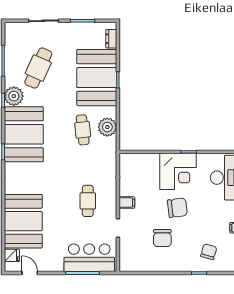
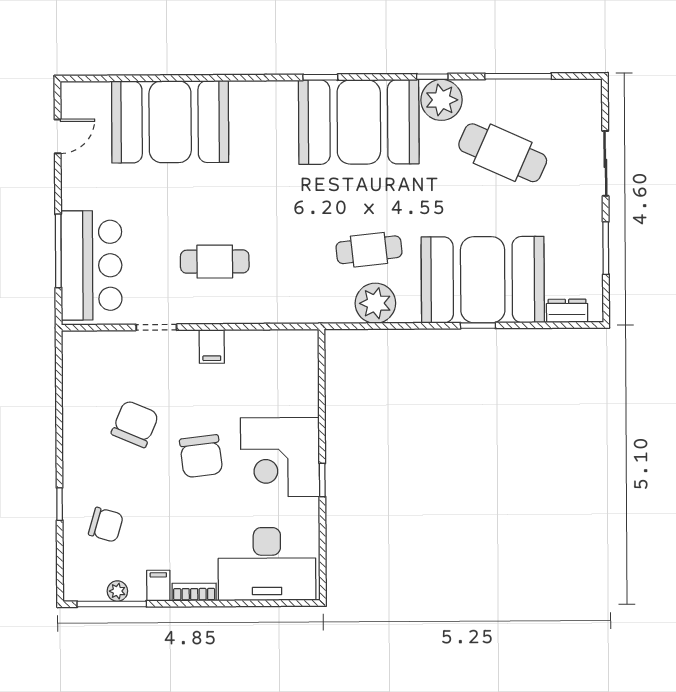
chair: (162, 238) -> (135, 424), turned 113
fridge: (12, 255) -> (96, 97), removed

